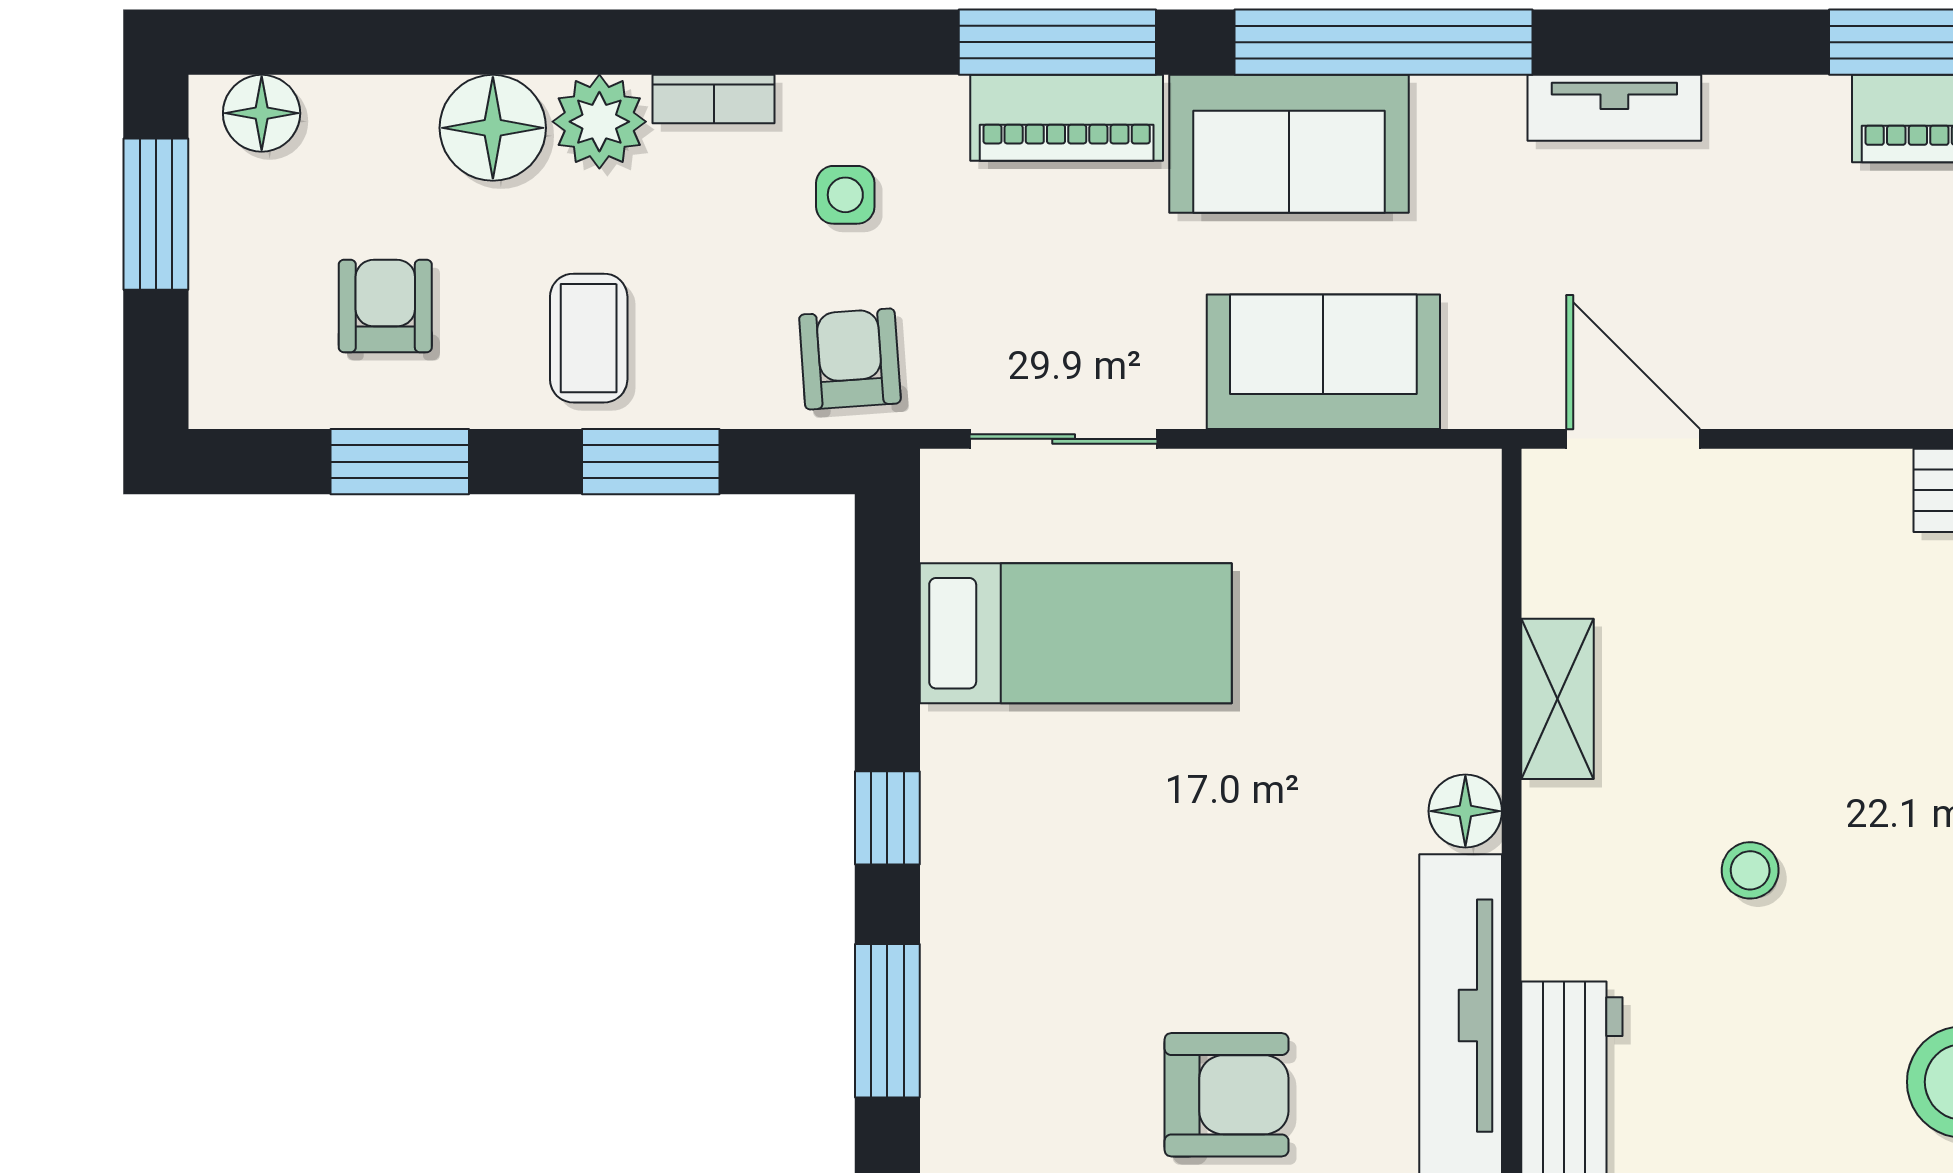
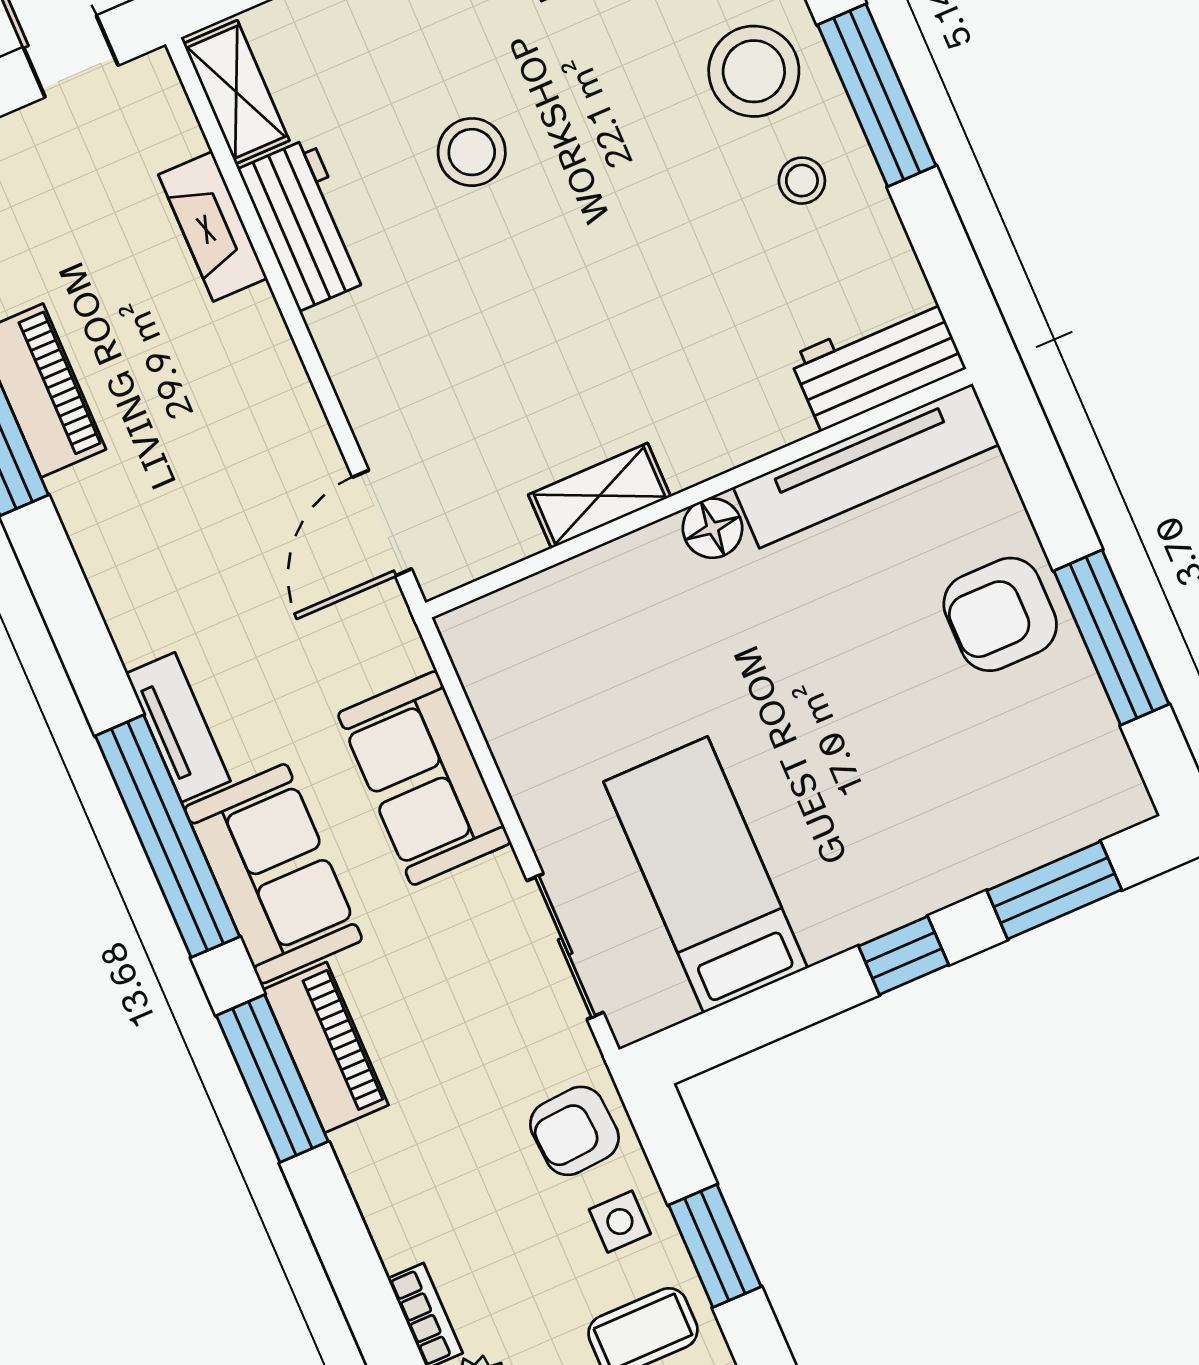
tv unit: (1614, 108) -> (178, 727), moved
side table: (845, 195) -> (620, 1222), moved
stool: (1750, 870) -> (802, 181), moved
armchair: (1227, 1095) -> (1000, 614), turned -90

